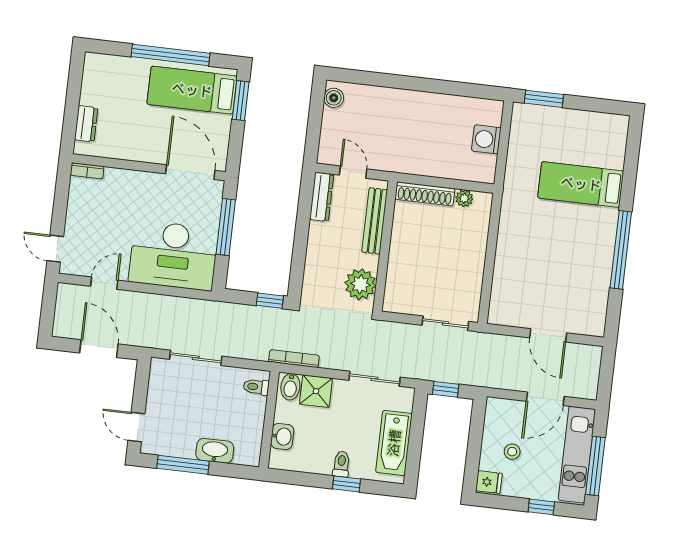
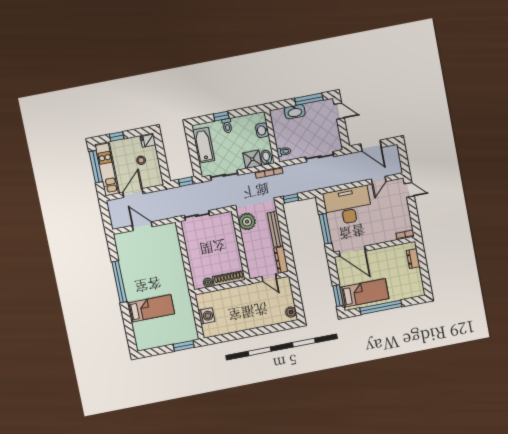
bench: (375, 221) -> (275, 229), moved

